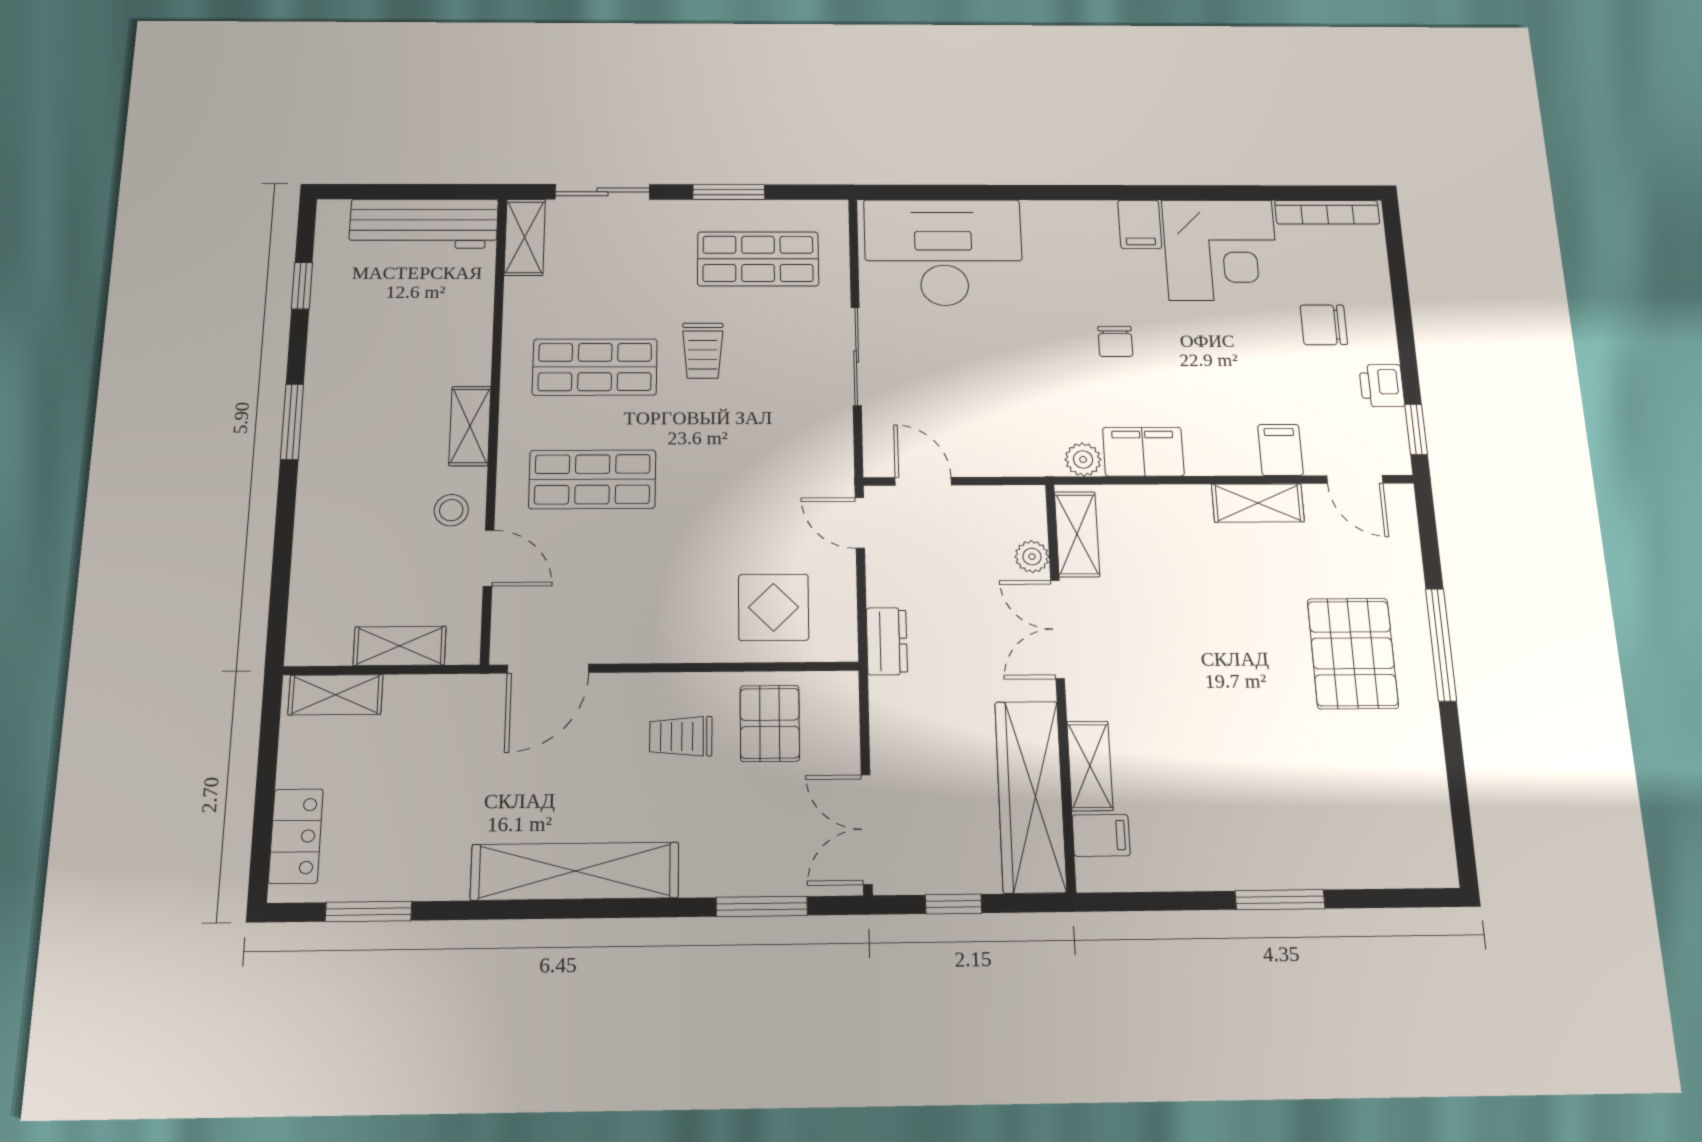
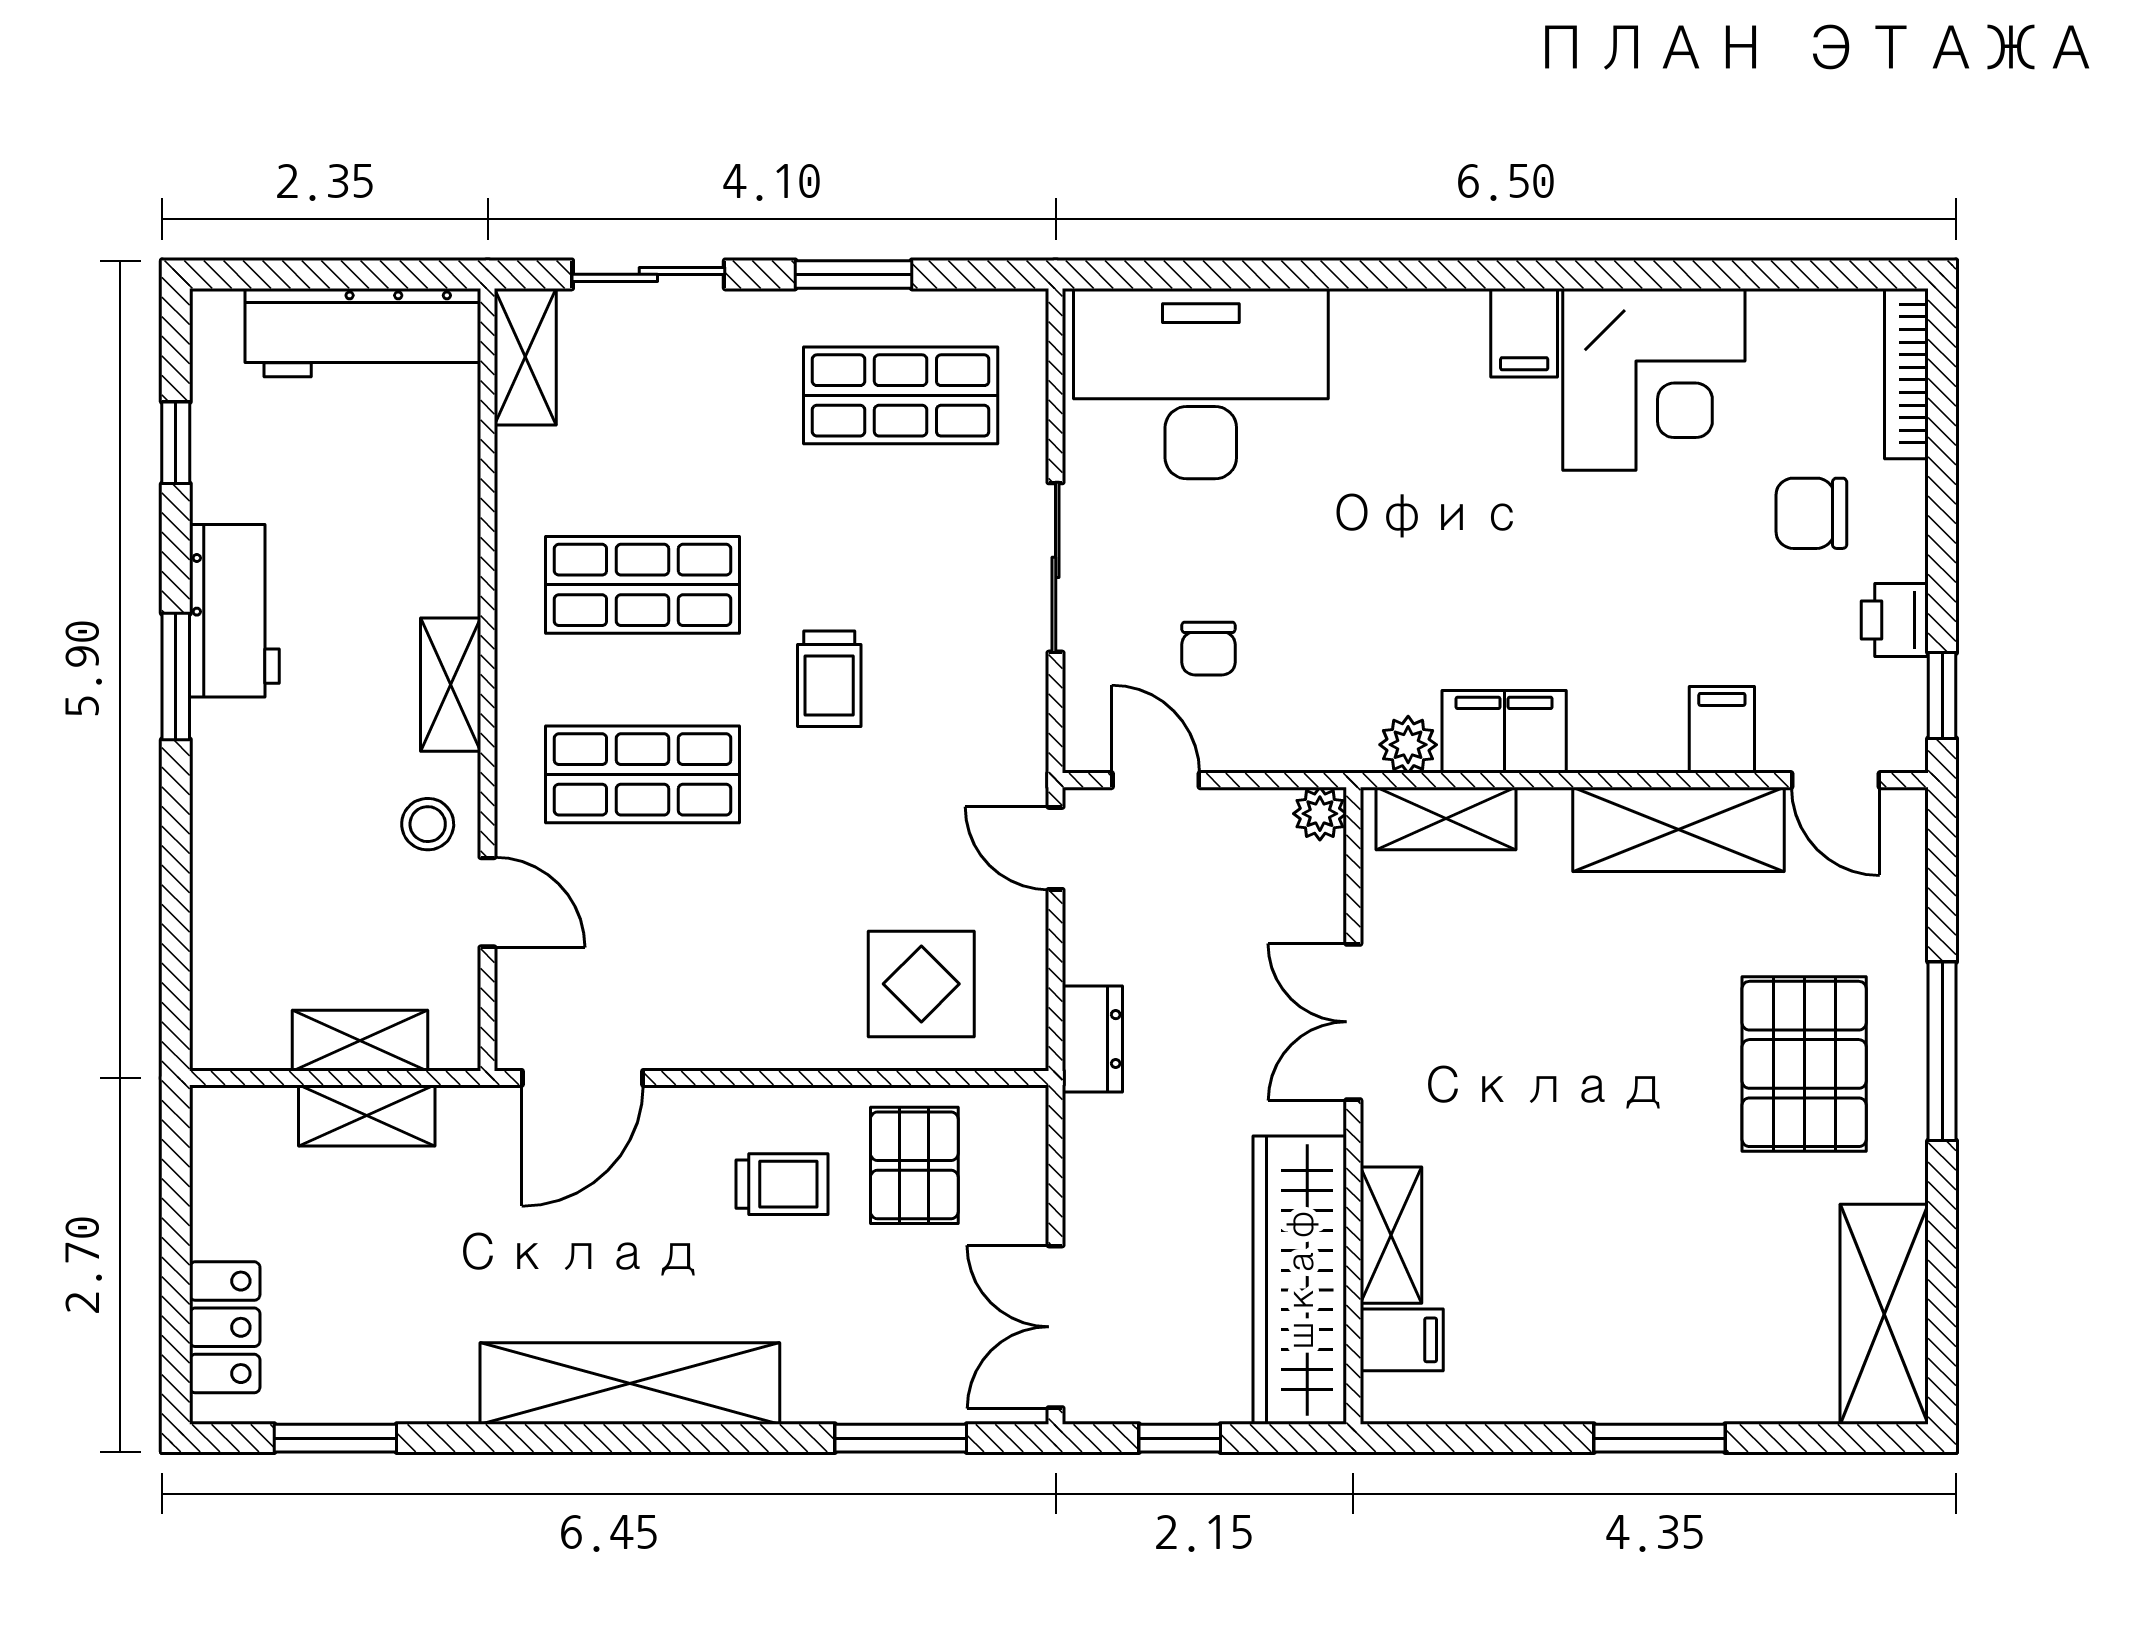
bookcase: (1327, 212) -> (1906, 374), moved, turned 90
chair: (1115, 341) -> (1208, 649), moved
trolley: (703, 351) -> (829, 679), moved
workbench: (333, 383) -> (234, 611), added
shelving: (1258, 503) -> (1678, 829), width x1.50, depth x1.33
shelving: (1077, 534) -> (1446, 818), moved, turned 90
plant: (1032, 557) -> (1320, 814), moved
shelving: (336, 695) -> (367, 1116), moved
trolley: (681, 736) -> (782, 1184), turned 180
shelving: (1422, 815) -> (1884, 1314), added

